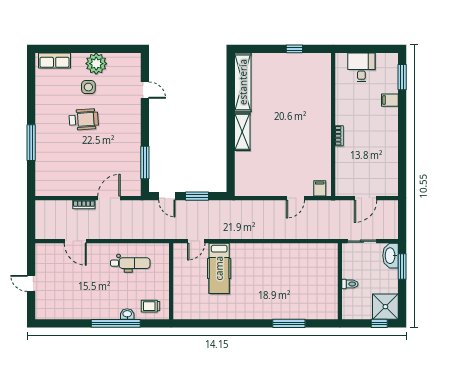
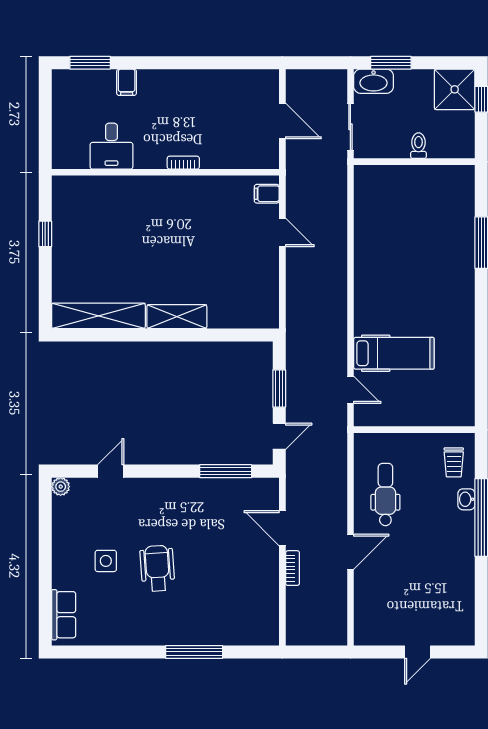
plant: (96, 64) -> (61, 487), moved, width x0.53, depth x0.53
desk: (361, 67) -> (111, 146), moved, turned -90
door: (75, 241) -> (350, 552), moved

